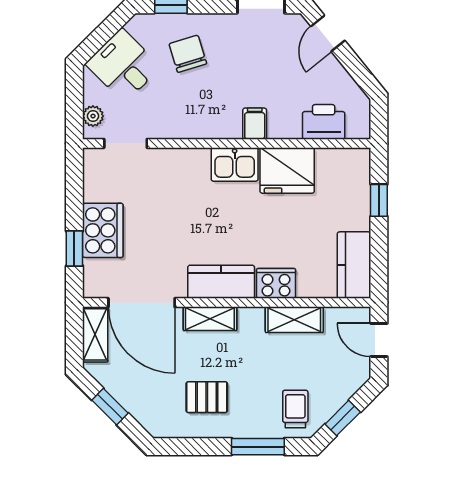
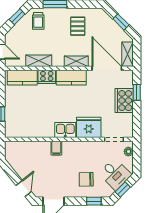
window: (106, 31) -> (123, 189), added
chair: (188, 54) -> (86, 179), turned 106
printer: (324, 122) -> (26, 149), removed
fridge: (287, 170) -> (89, 127), moved
kitchen counter: (354, 265) -> (22, 78), moved, turned 90
pallet: (207, 397) -> (78, 26), turned 90

